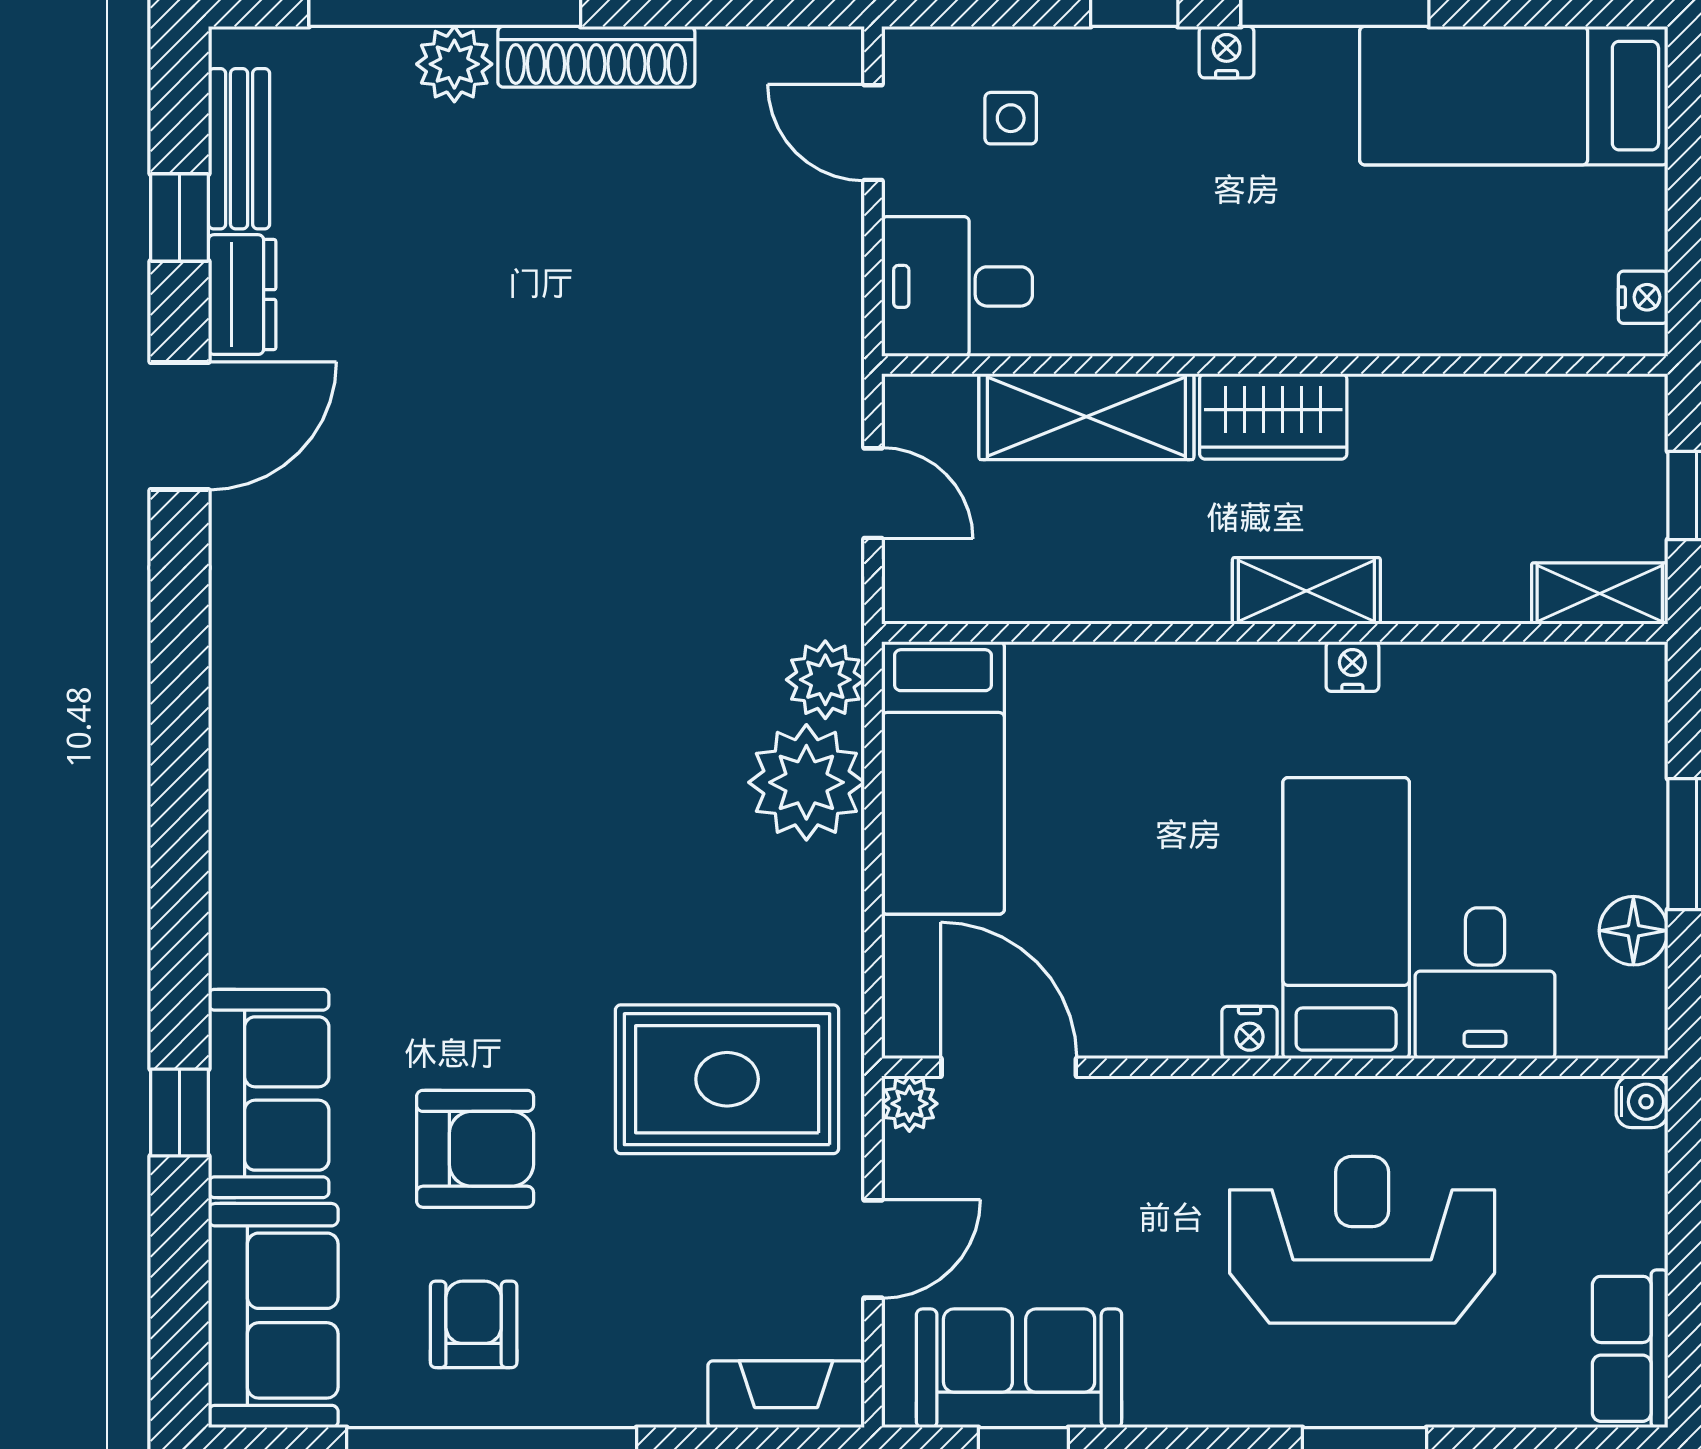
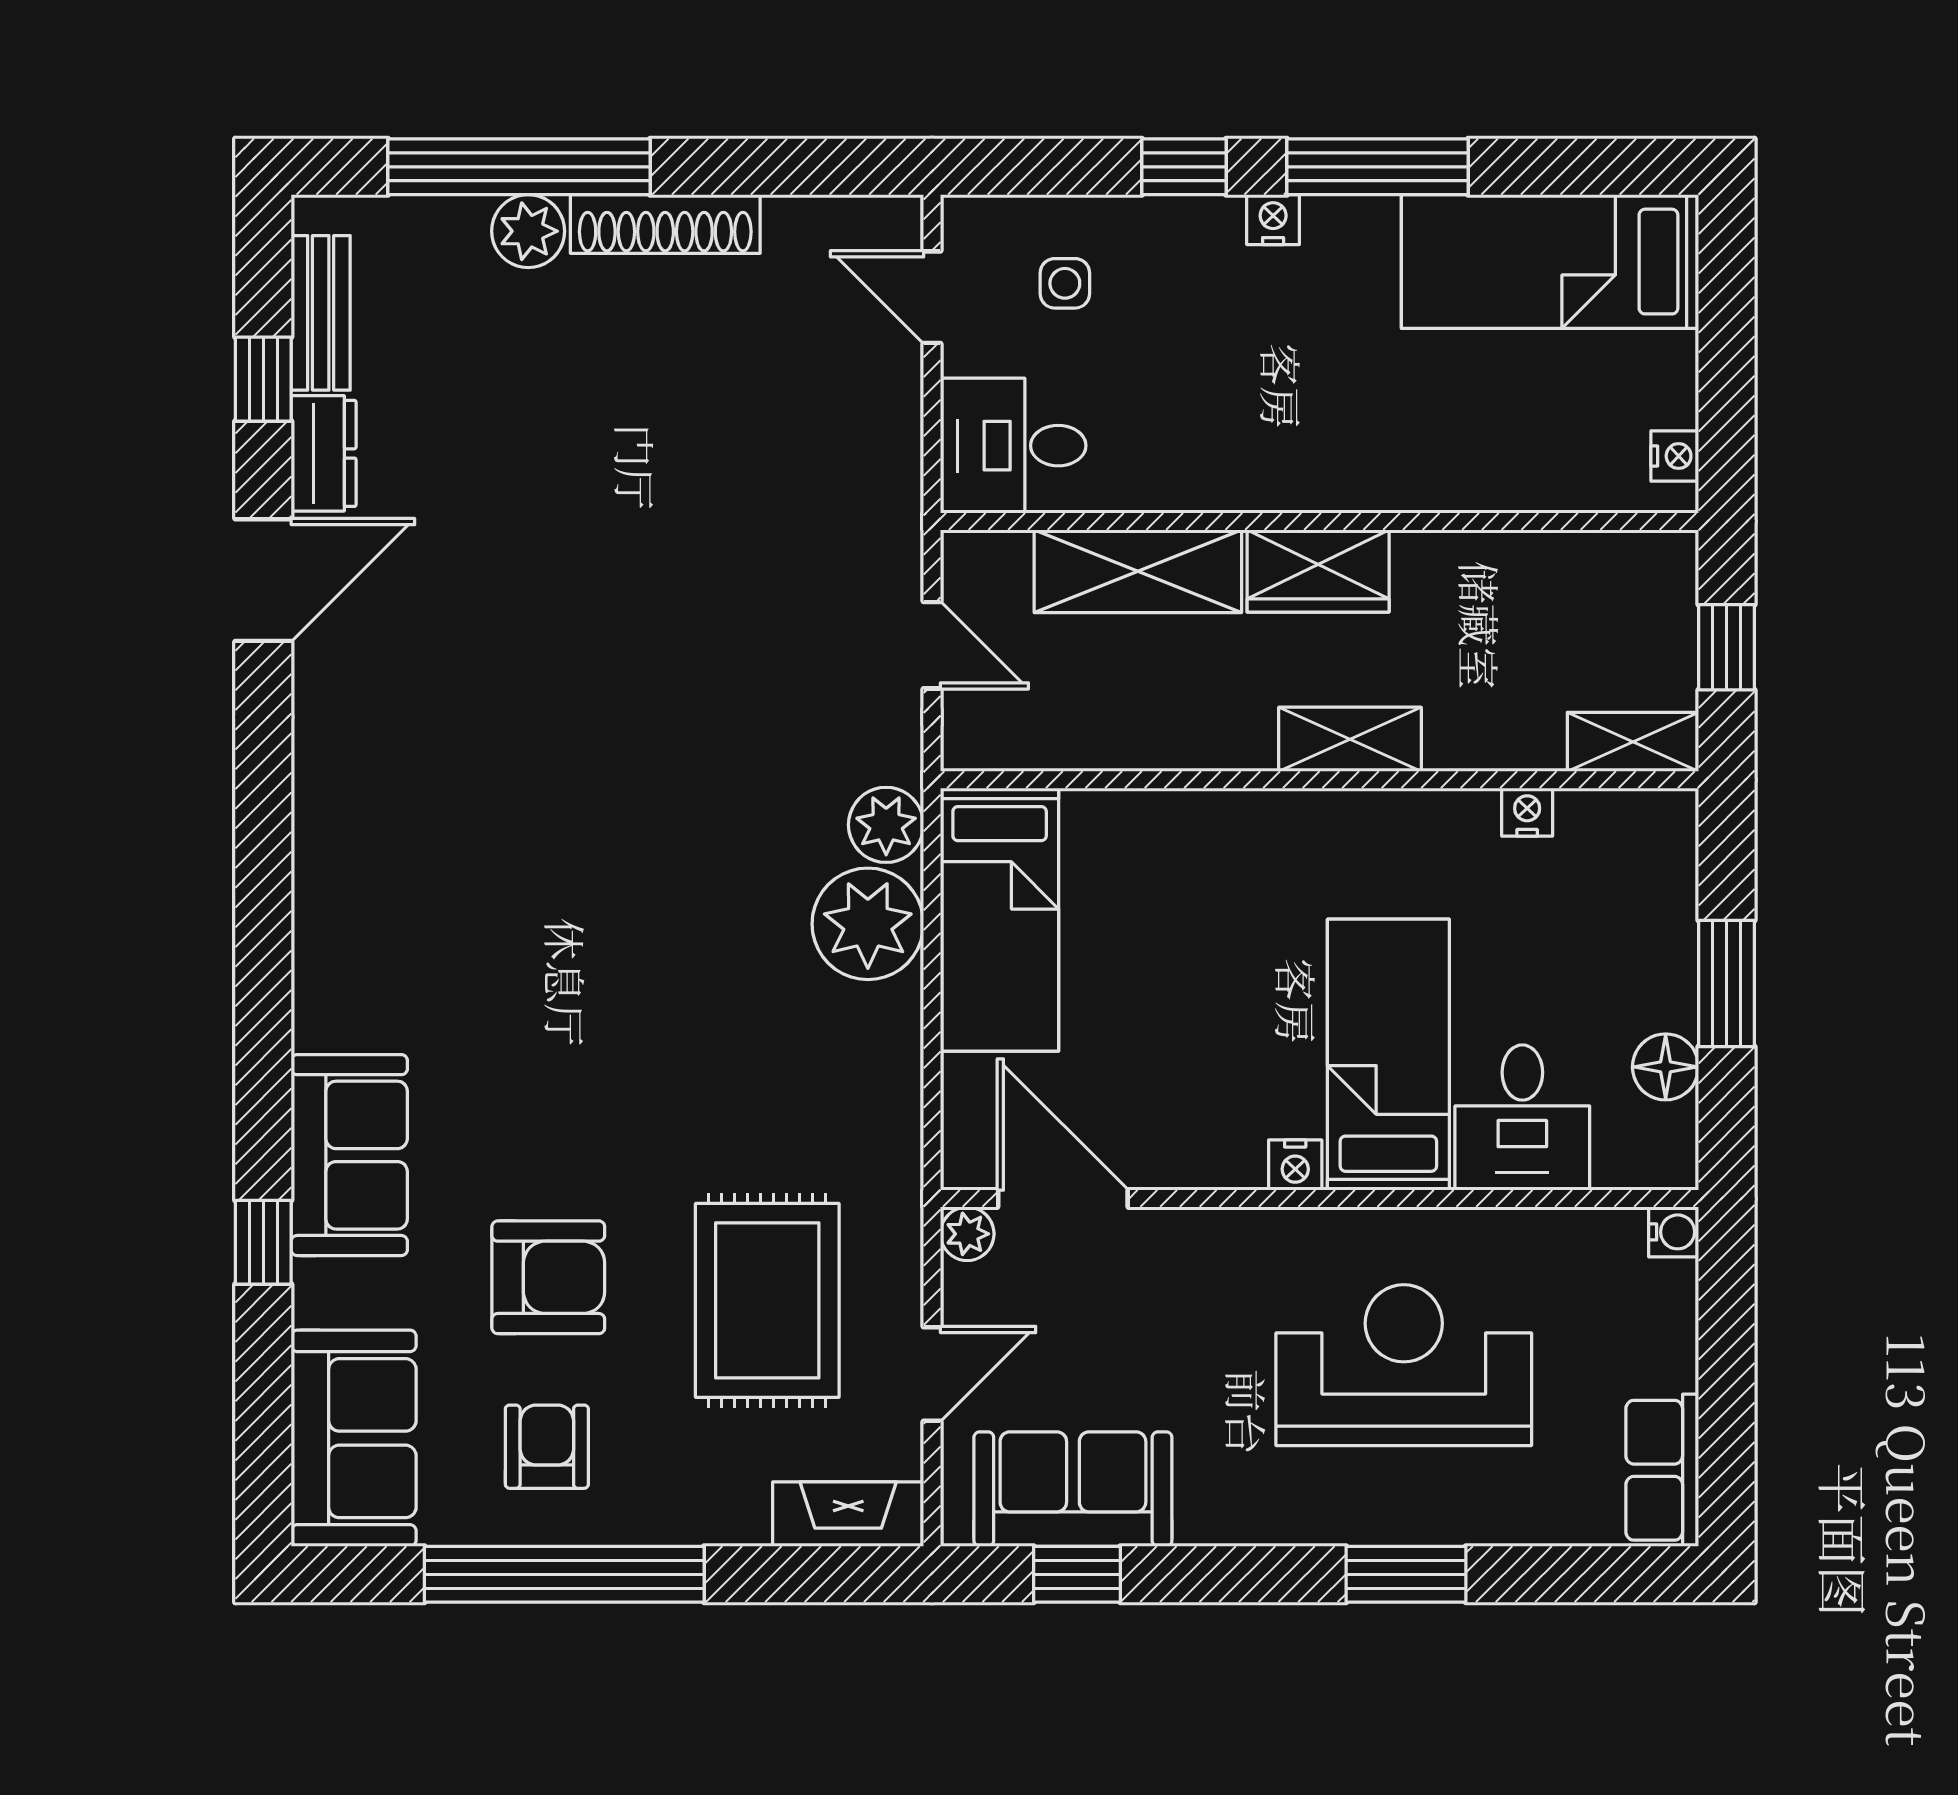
nightstand: (1352, 666) -> (1527, 812), moved
rug: (727, 1079) -> (767, 1300), moved, turned 90
sofa: (269, 1093) -> (349, 1155), moved

